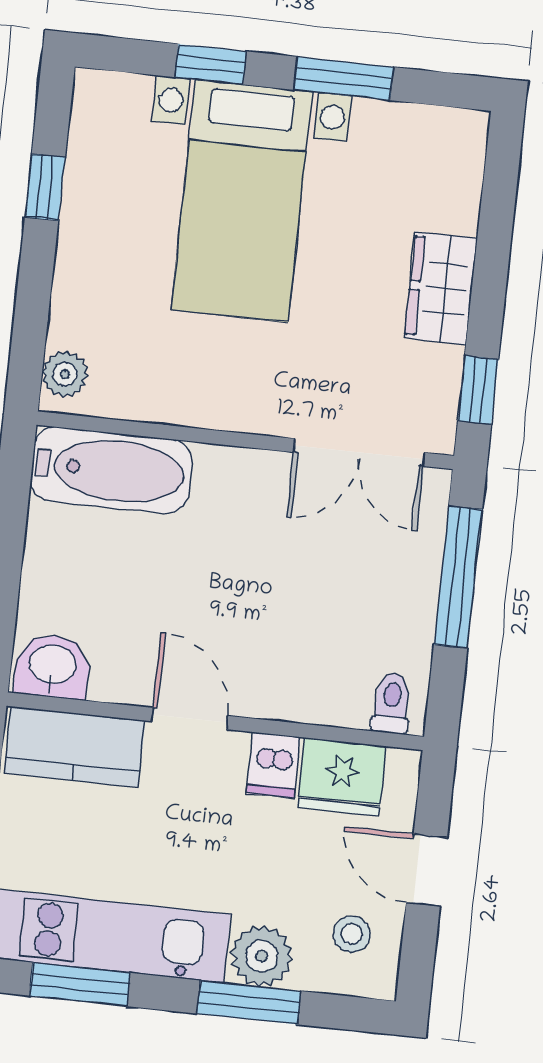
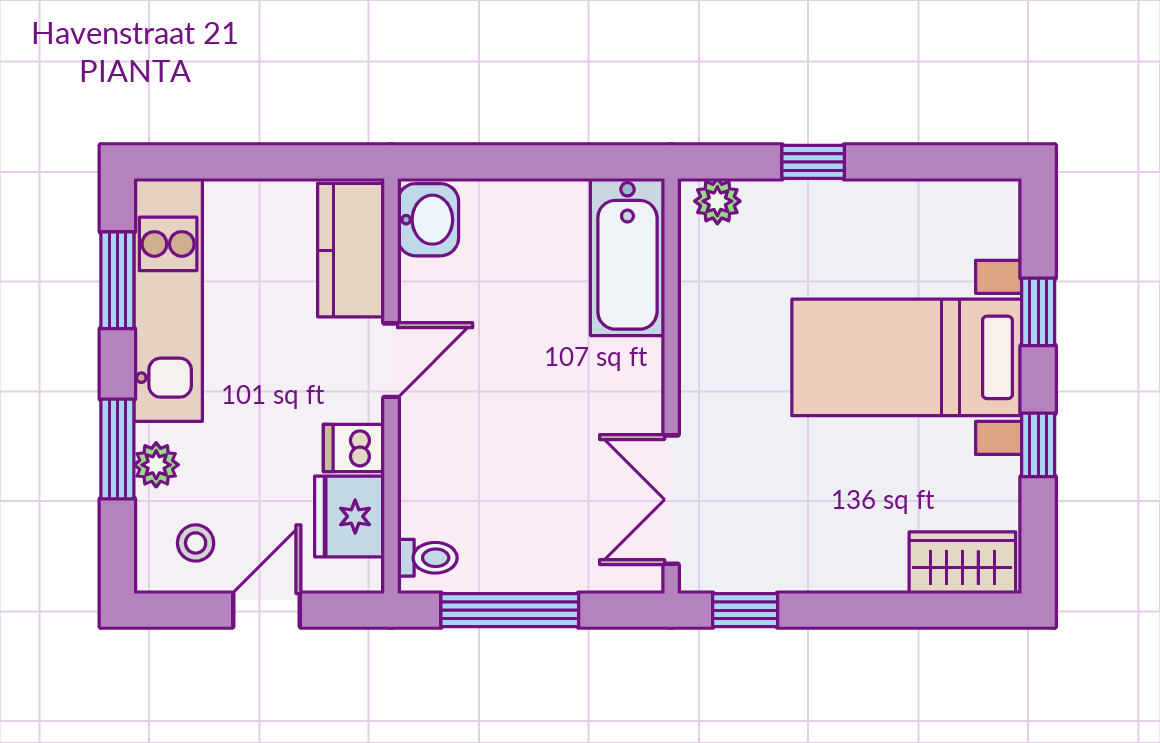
window: (344, 79) -> (1038, 445), width x0.67
window: (45, 187) -> (813, 162), moved
wardrobe: (441, 288) -> (962, 563), moved
window: (458, 577) -> (510, 610), moved
plant: (262, 956) -> (156, 465), width x0.73, depth x0.73

